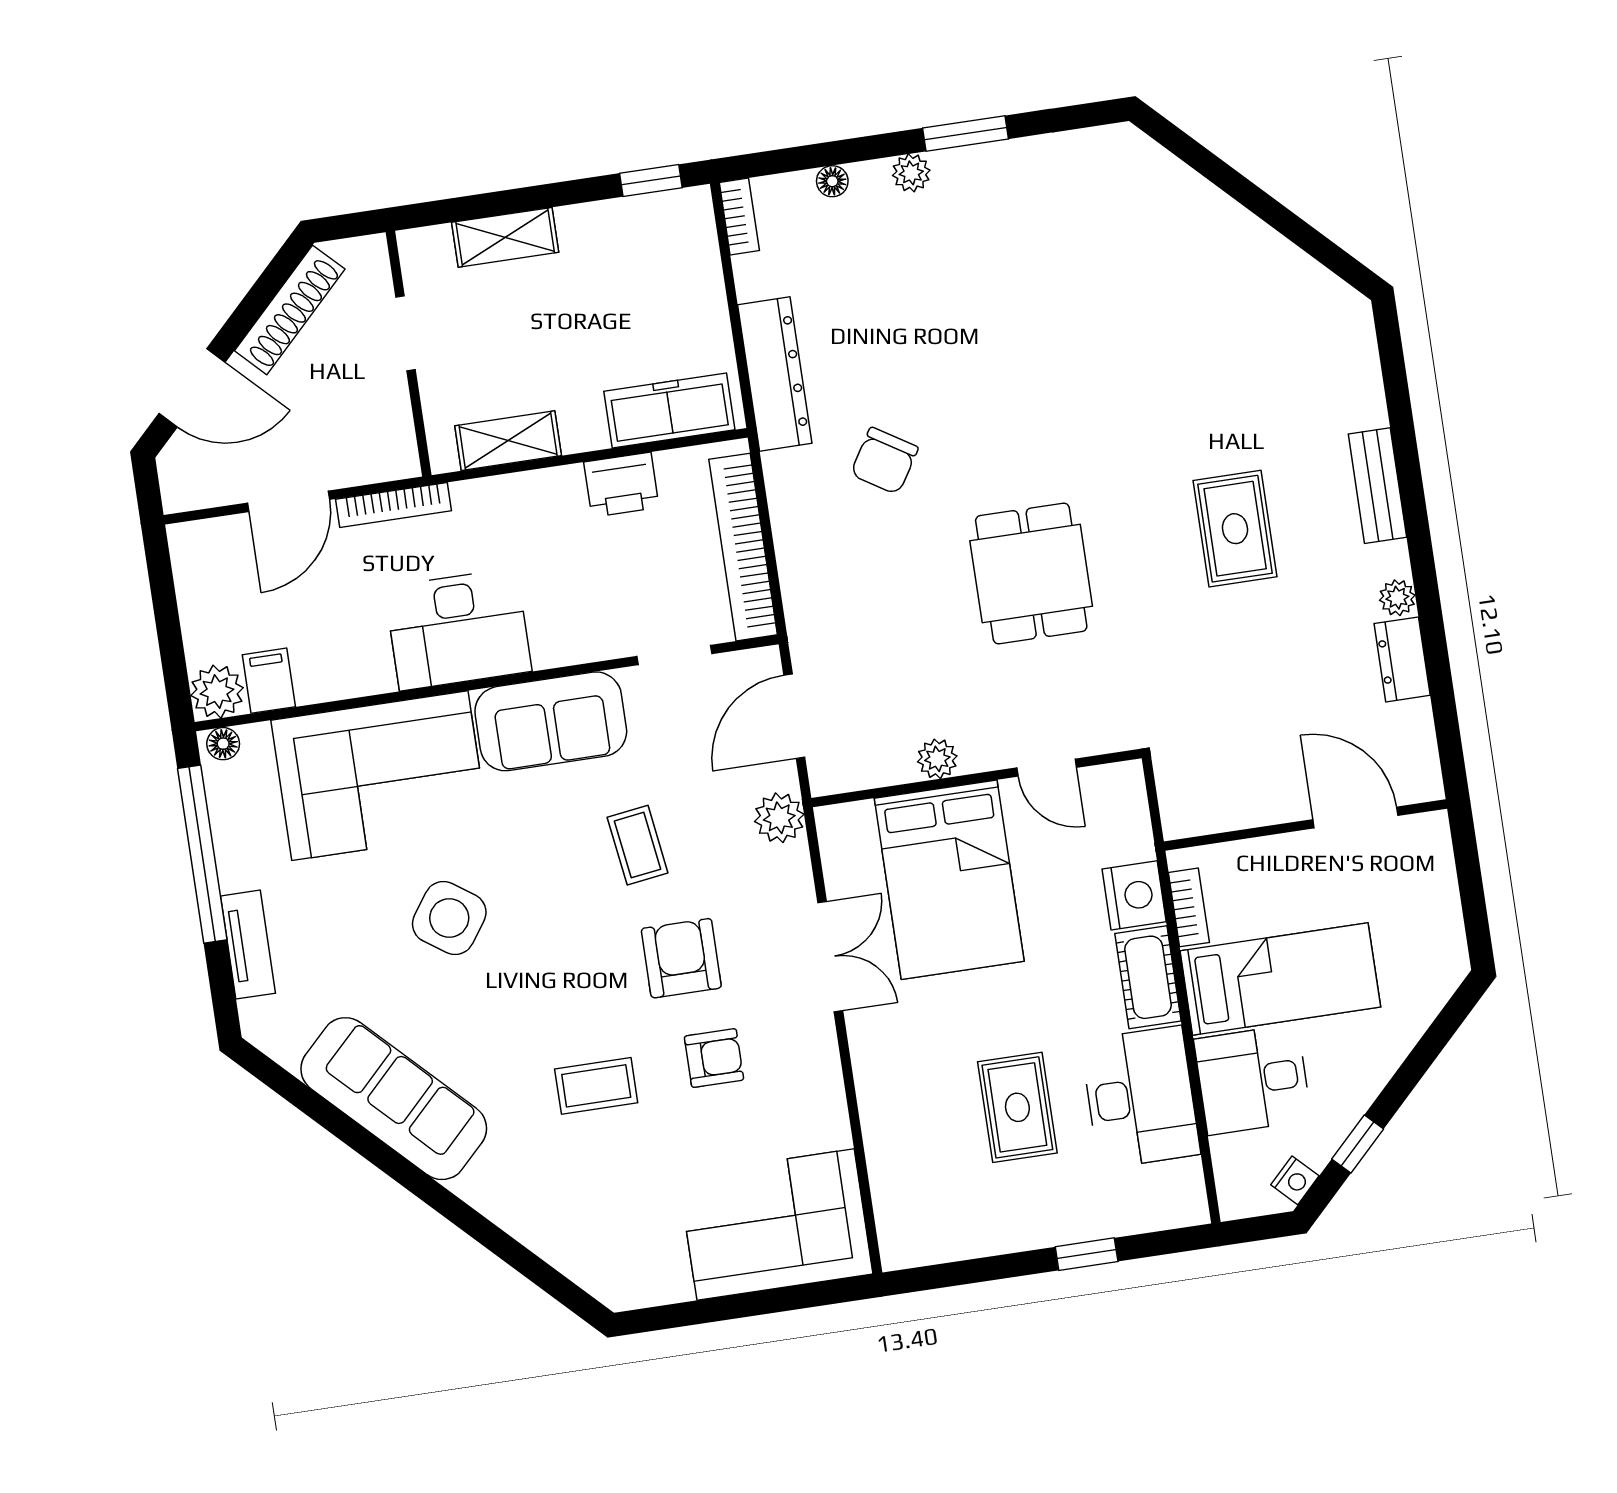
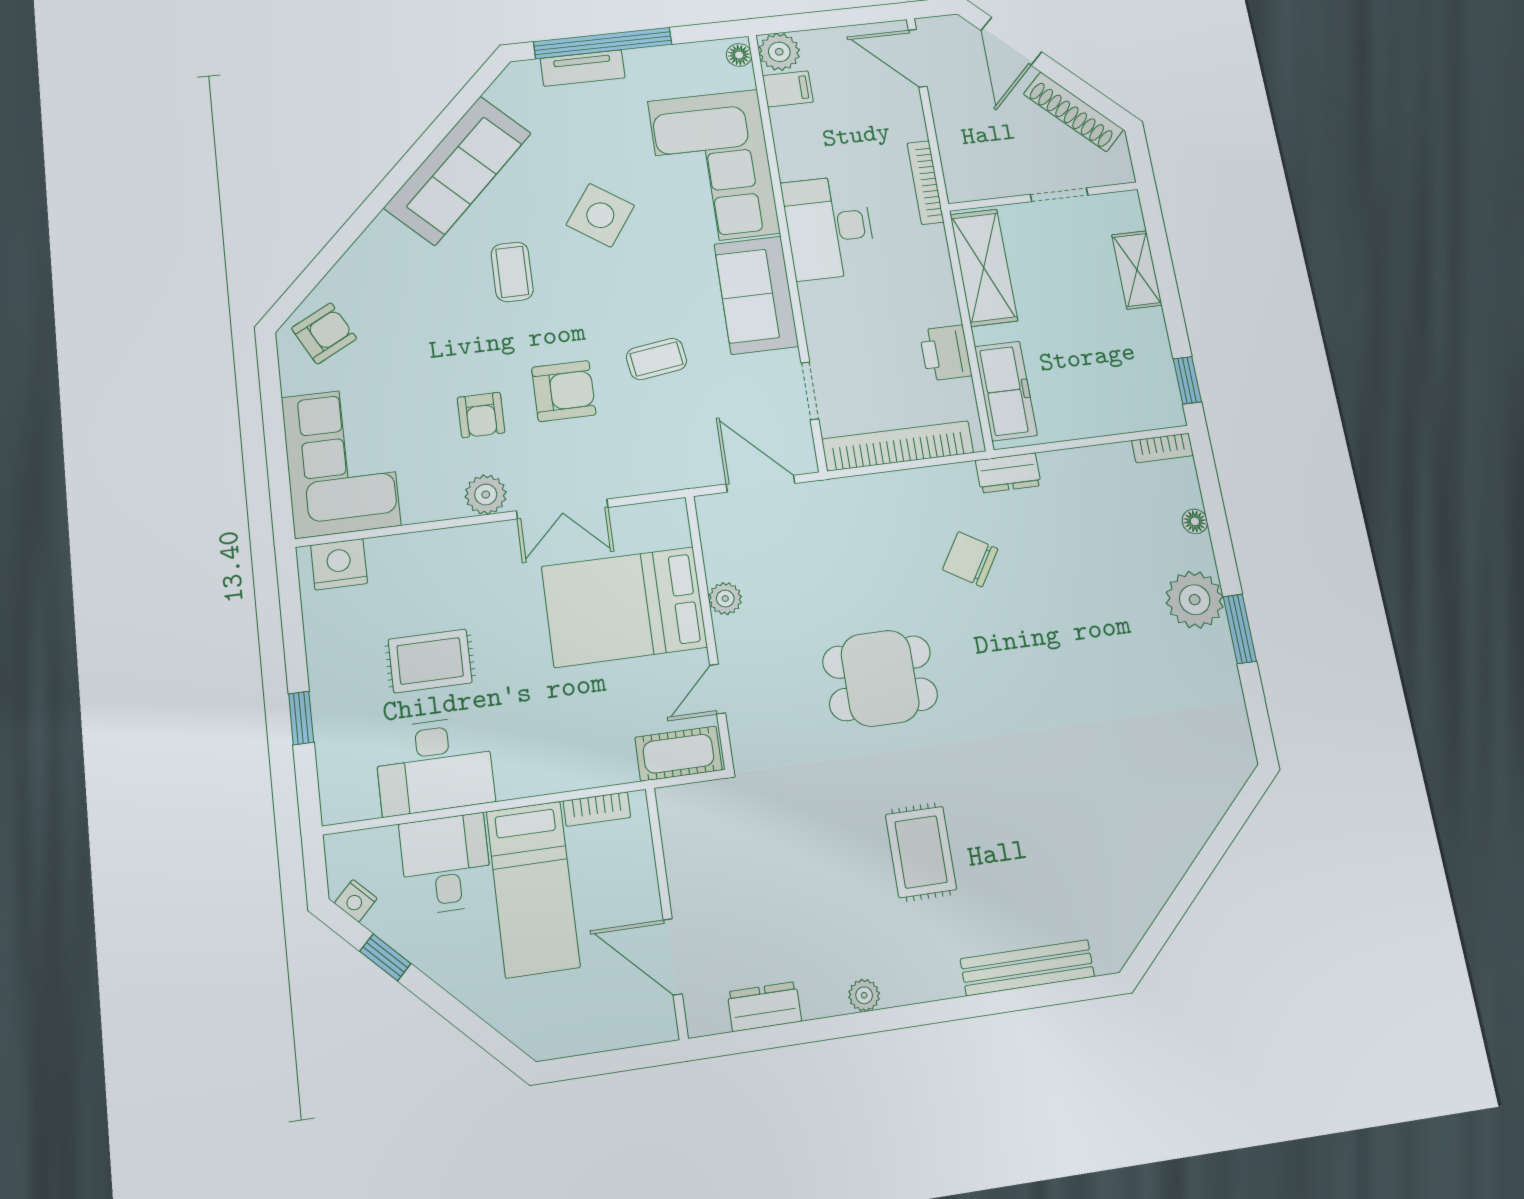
plant: (911, 173) -> (1195, 600), width x1.88, depth x1.88
dresser: (775, 374) -> (1008, 473), width x0.51, depth x0.80
shelving: (508, 441) -> (984, 267), width x1.50, depth x1.33
bench: (1377, 486) -> (1027, 968), moved, width x1.36
door: (288, 501) -> (918, 58), moved
rug: (1235, 529) -> (921, 852), turned 90
dresser: (1402, 659) -> (764, 1007), moved
plant: (779, 818) -> (486, 495), moved
door: (1355, 818) -> (673, 957), swing flipped
window: (202, 854) -> (603, 43), moved
nightstand: (1134, 895) -> (339, 564), moved, turned 180
cot: (1148, 977) -> (678, 754), moved
coffee table: (596, 1086) -> (512, 272), moved
armchair: (614, 1253) -> (324, 333), added

